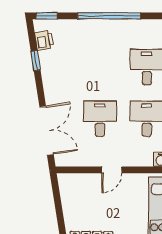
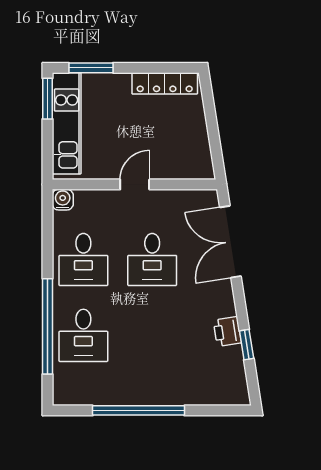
window: (47, 16) -> (230, 410), removed
printer: (44, 40) -> (227, 332), moved

